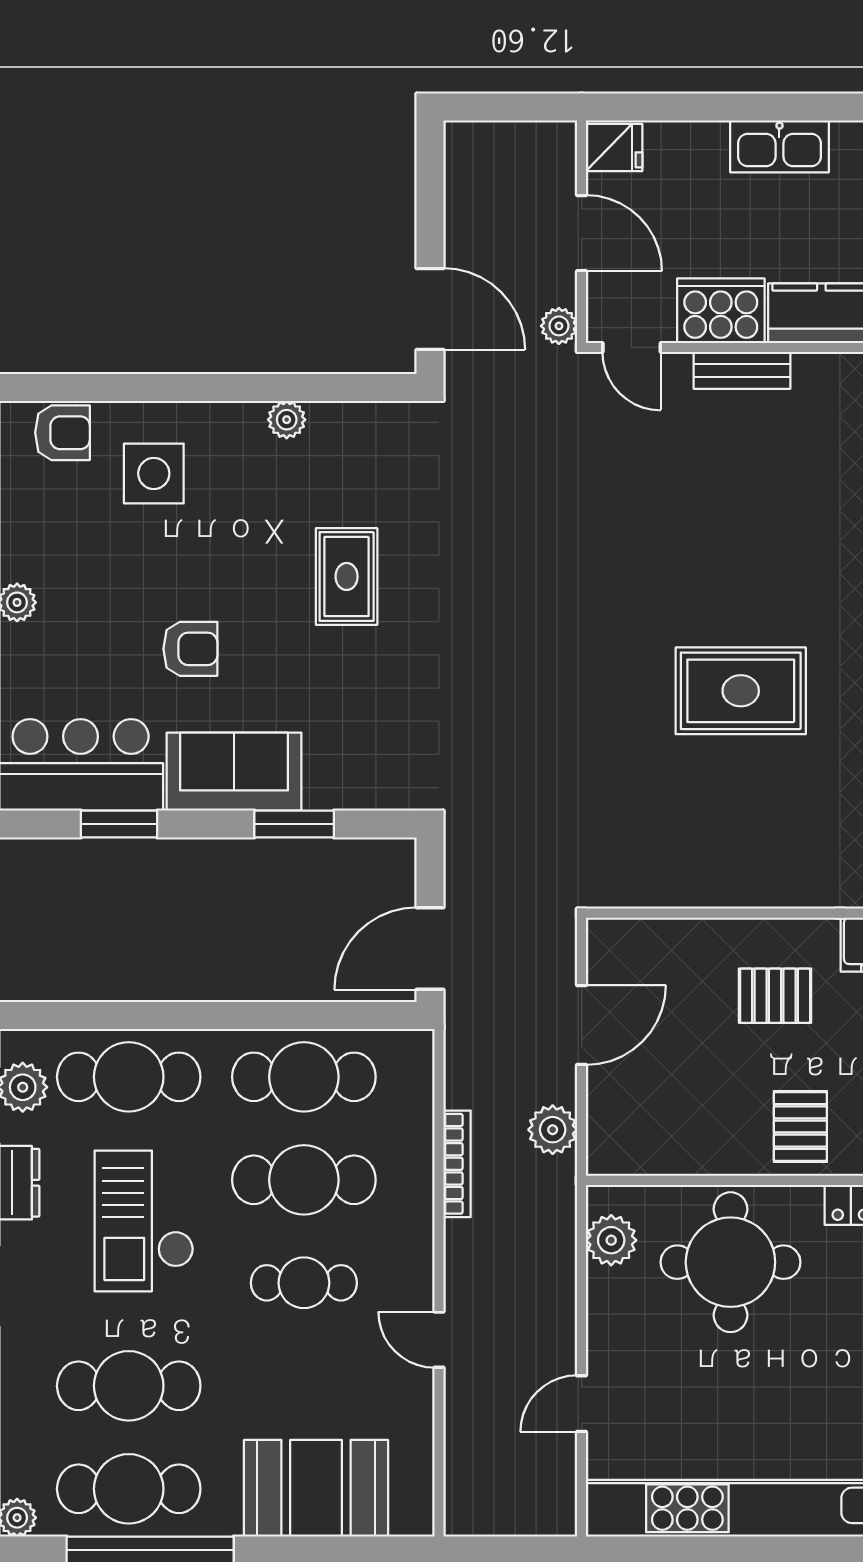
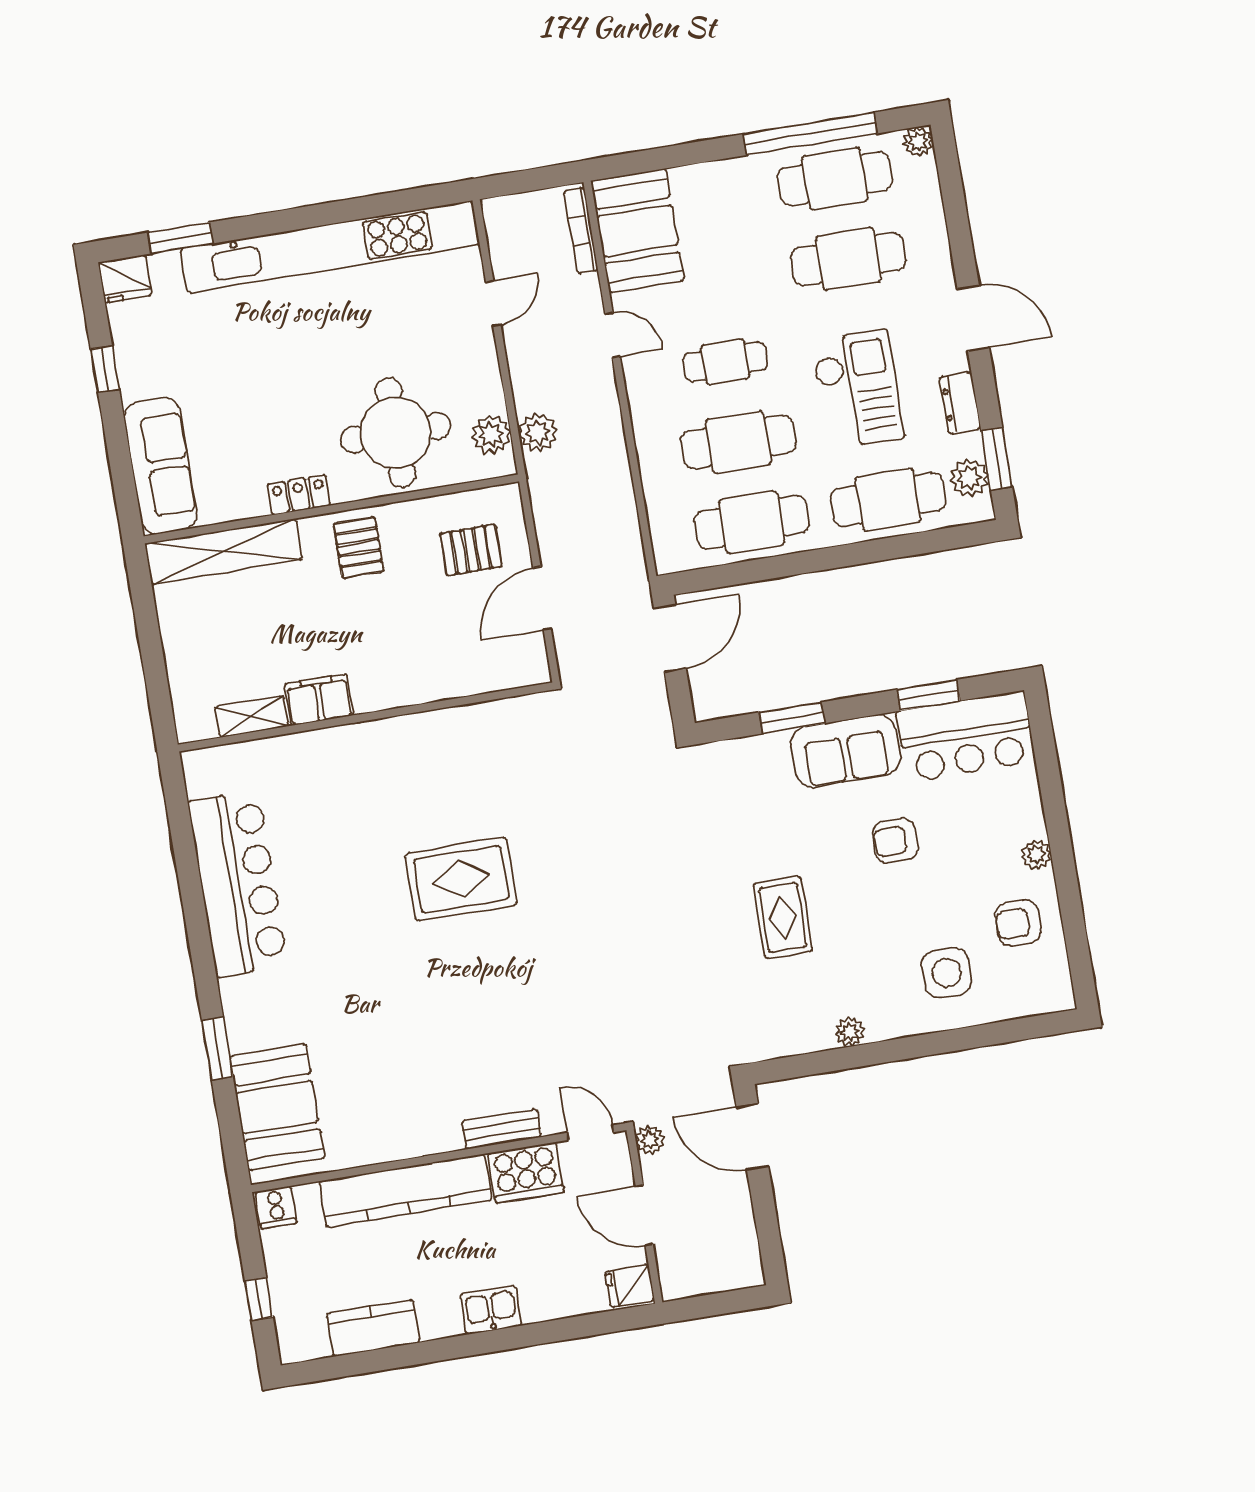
kitchen sink: (779, 146) -> (491, 1310), width x0.73
armchair: (62, 433) -> (1018, 923), moved
pallet: (775, 996) -> (471, 550), moved
plant: (553, 1130) -> (538, 432), moved
bookcase: (457, 1164) -> (581, 231), moved
booth: (316, 1488) -> (638, 231), moved, turned 90

